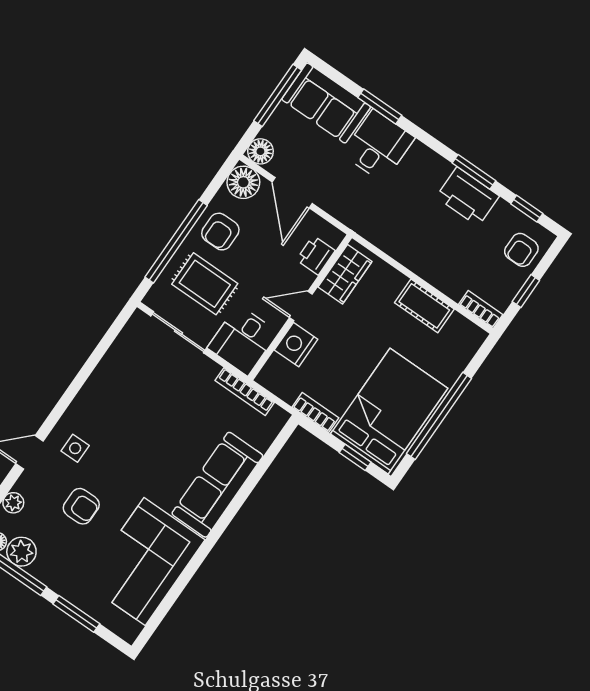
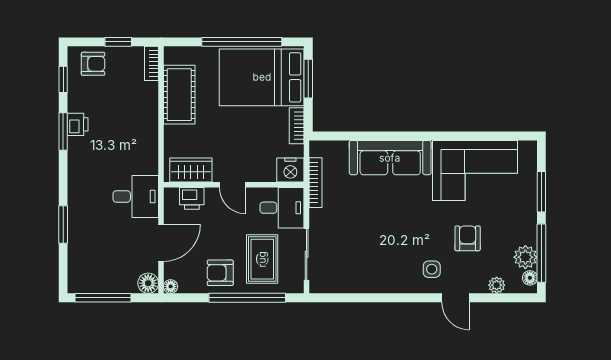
sofa: (326, 103) -> (86, 262), removed
desk: (378, 146) -> (136, 197), moved, turned 180
floor lamp: (243, 182) -> (171, 286), width x0.53, depth x0.53
printer: (468, 197) -> (78, 124), width x0.53, depth x0.68
armchair: (220, 232) -> (220, 273), turned 180
cot: (424, 306) -> (179, 95), width x1.37, depth x1.34
nightstand: (296, 345) -> (290, 170), moved
window: (355, 457) -> (308, 79), width x1.50

